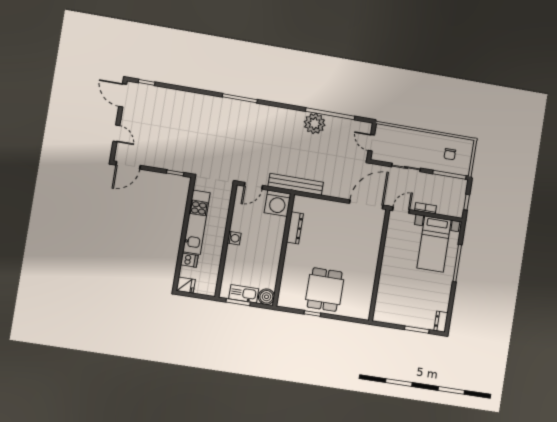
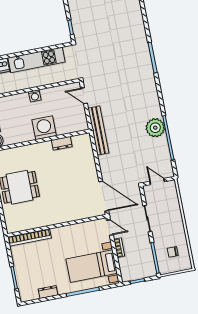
door: (371, 143) -> (157, 181), hinge flipped
washing machine: (278, 203) -> (44, 128), moved, turned 90
dresser: (295, 228) -> (62, 143), width x0.70
bookcase: (381, 298) -> (29, 237), added
dresser: (441, 322) -> (48, 292), moved

